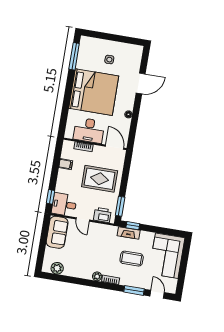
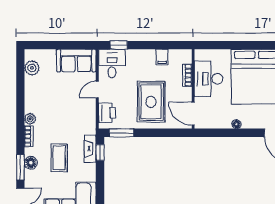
door: (115, 147) -> (193, 114), swing flipped
floor lamp: (132, 282) -> (31, 163), added

